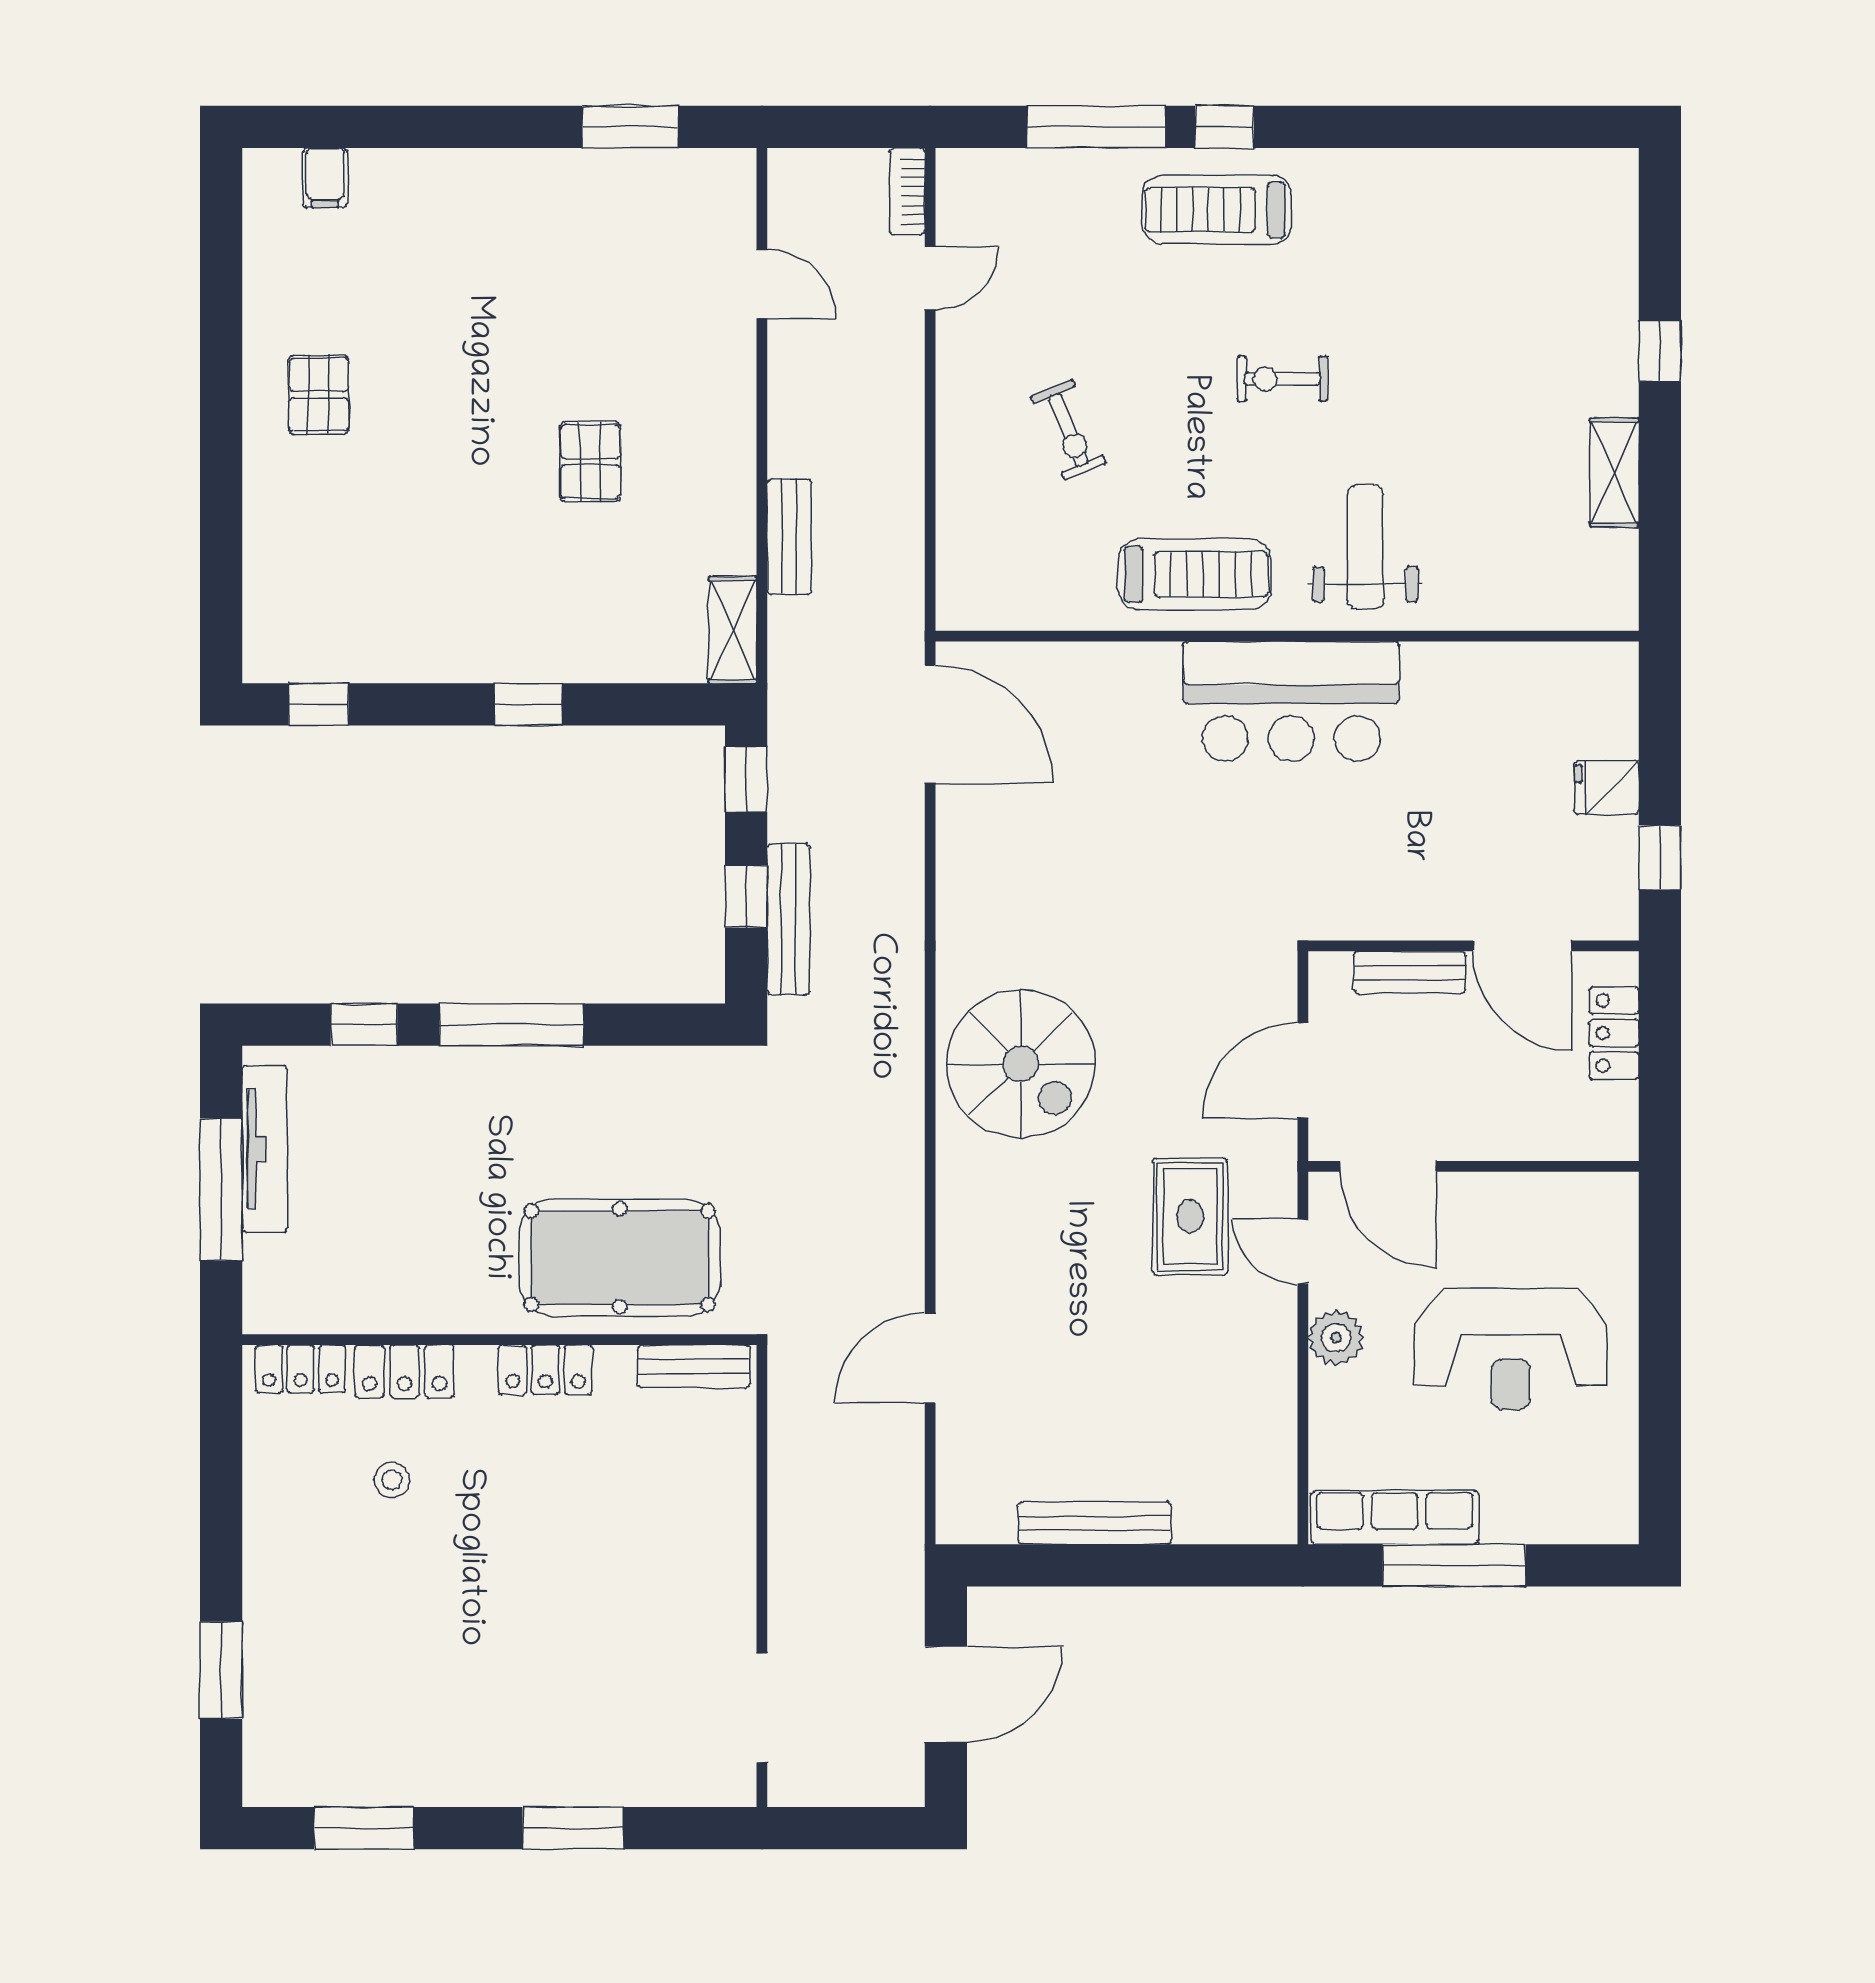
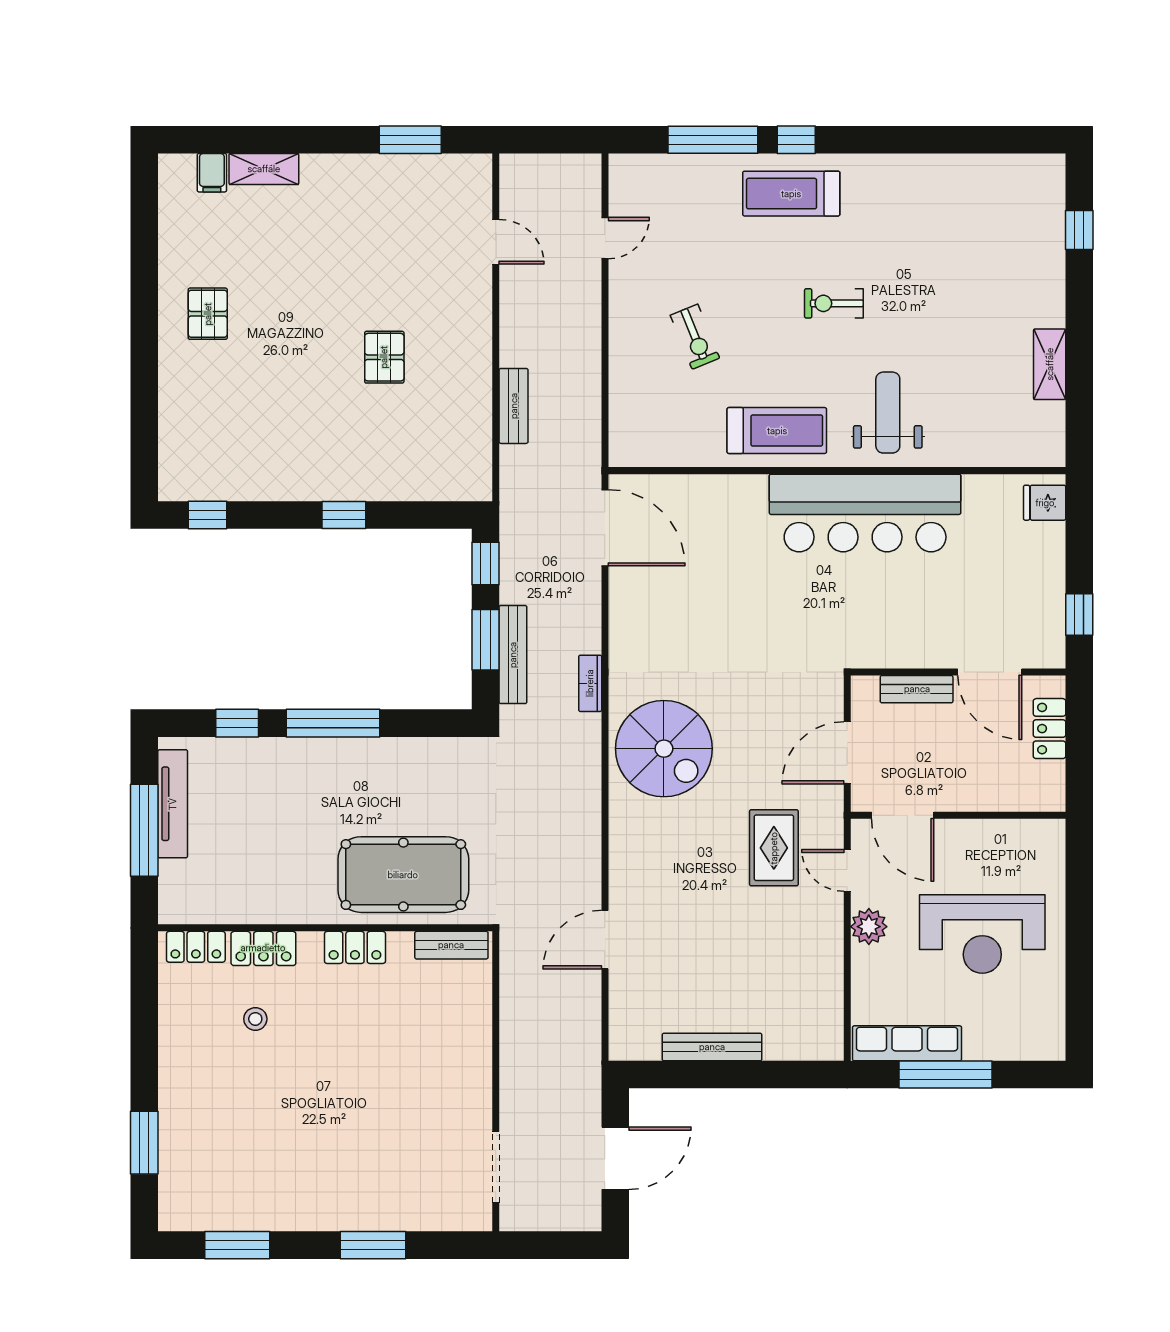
bookcase: (907, 191) -> (590, 683), moved
window: (1660, 351) -> (1079, 230), moved
shelving: (733, 630) -> (264, 169), moved, turned 90
bar counter: (1291, 701) -> (865, 513), width x1.36
fridge: (1607, 788) -> (1045, 503), moved
window: (746, 896) -> (486, 640), width x1.50

